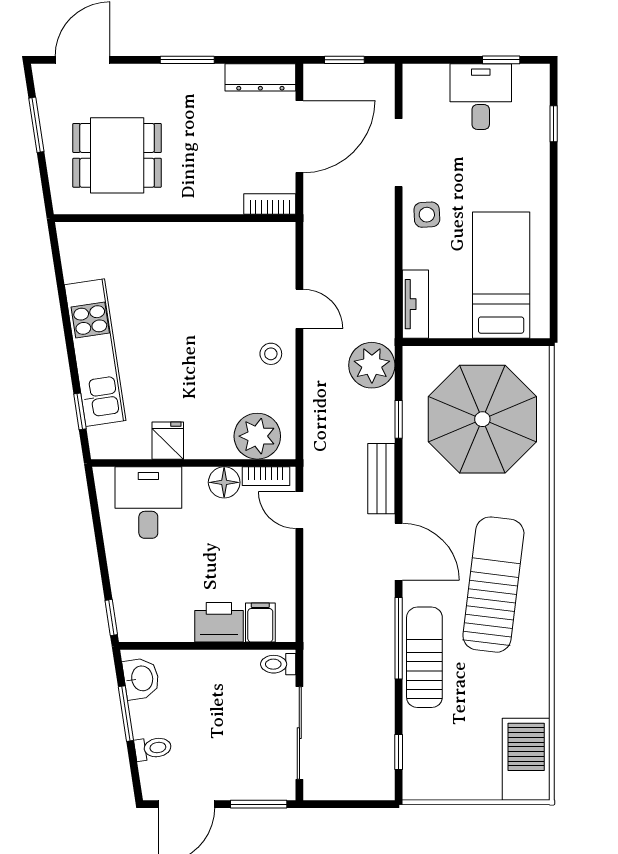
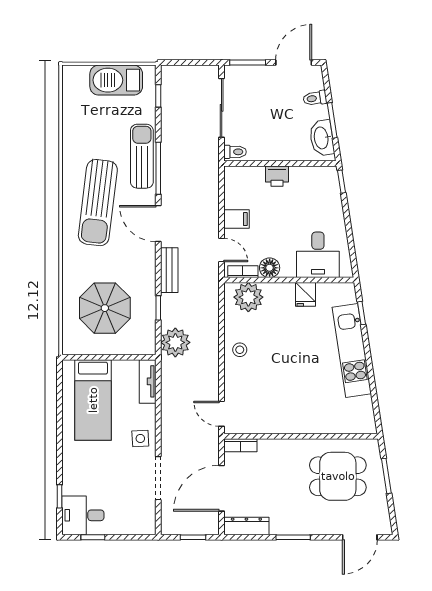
desk: (481, 97) -> (83, 515), moved, turned 90
window: (36, 125) -> (386, 476), moved
door: (299, 309) -> (222, 414), moved
parasol: (482, 419) -> (105, 308), width x0.73, depth x0.73
printer: (219, 622) -> (277, 176), width x0.73, depth x0.81
filing cabinet: (260, 623) -> (237, 219), moved, turned -90
sun lounger: (424, 657) -> (142, 156), turned 180
washbasin: (141, 679) -> (322, 138), width x1.38
barbecue: (526, 759) -> (116, 80), moved, turned 90

